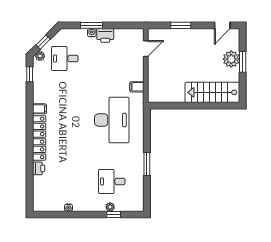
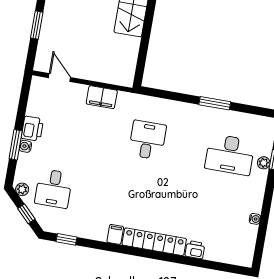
plant: (40, 56) -> (22, 189), moved
filing cabinet: (137, 87) -> (102, 97), width x2.00
desk: (112, 120) -> (147, 140), width x0.53, depth x0.77
desk: (112, 181) -> (230, 155), width x1.37

